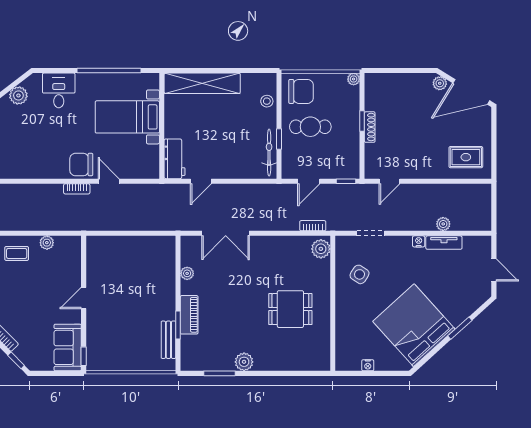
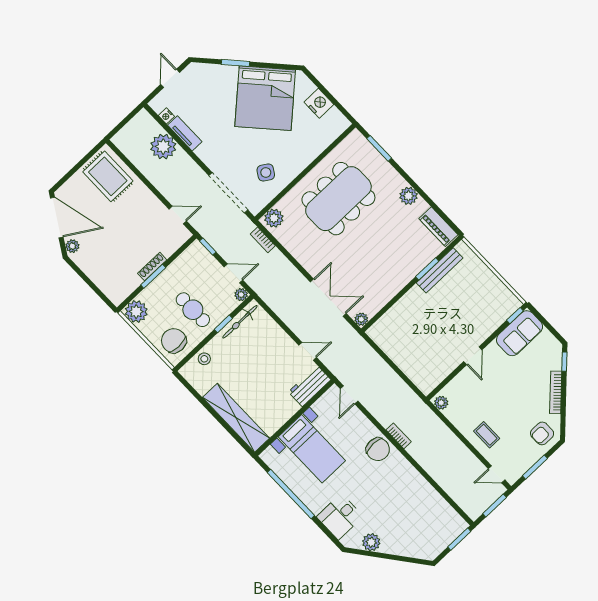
plant: (354, 79) -> (136, 312), width x1.87, depth x1.87
window: (362, 121) -> (153, 276), width x1.50
rug: (466, 157) -> (108, 176), width x1.36, depth x1.43
plant: (288, 172) -> (241, 295), added
door: (109, 181) -> (349, 395), moved
plant: (443, 224) -> (163, 147), width x1.87, depth x1.87
doorway: (371, 233) -> (228, 193), width x1.88
nightstand: (419, 241) -> (166, 116), moved
plant: (47, 243) -> (441, 403), moved
plant: (187, 273) -> (361, 319), moved
door: (84, 298) -> (473, 356), hinge flipped
dining table: (290, 309) -> (338, 199), width x1.88, depth x1.24
piano: (189, 315) -> (438, 227), moved, turned -90
bench: (168, 340) -> (440, 270), width x1.36
nightstand: (368, 365) -> (319, 103), width x1.89, depth x1.79
window: (219, 373) -> (379, 148), moved

